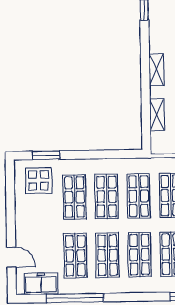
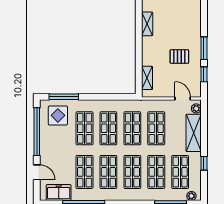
shelving: (156, 70) -> (147, 24), moved
shelving: (157, 115) -> (147, 78), moved
window: (46, 155) -> (64, 97), width x1.44
window: (10, 202) -> (37, 132), added

